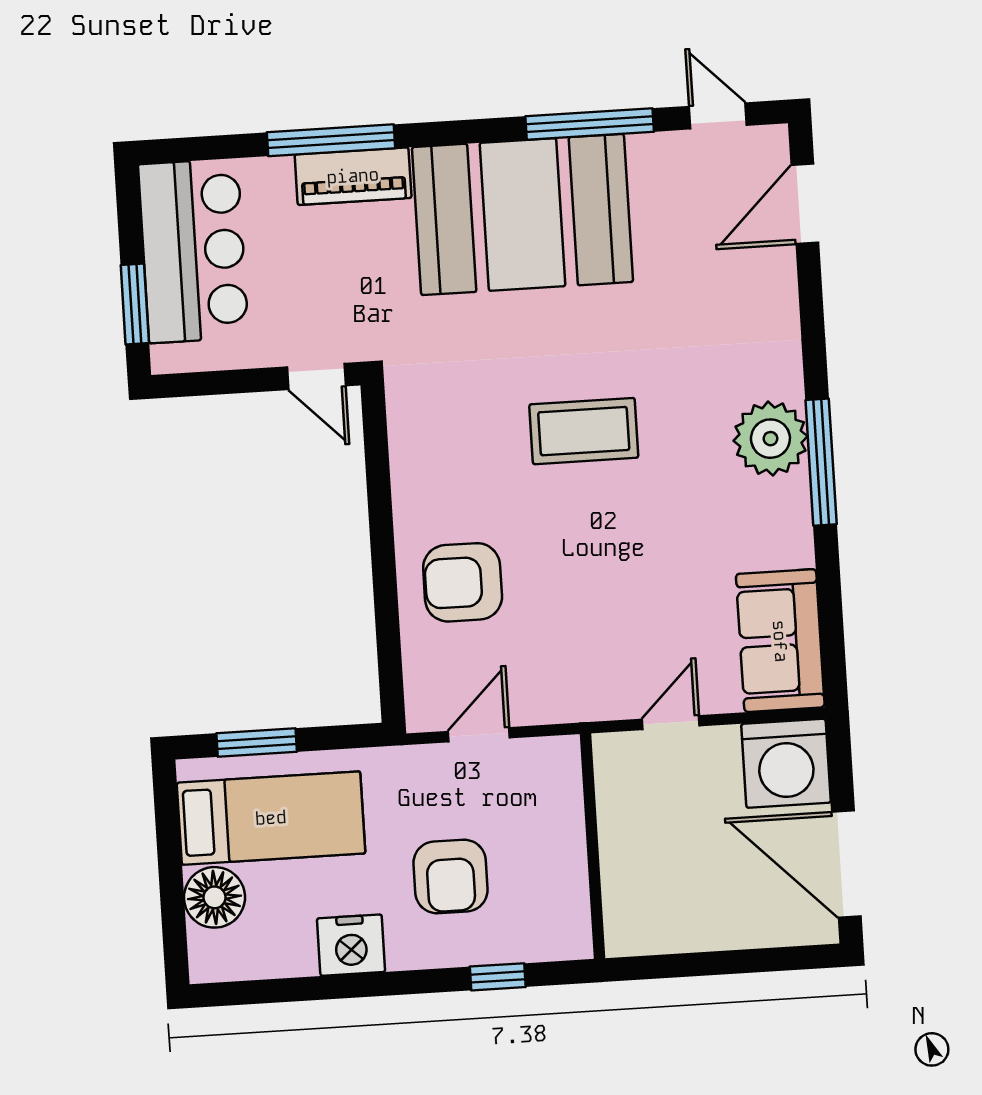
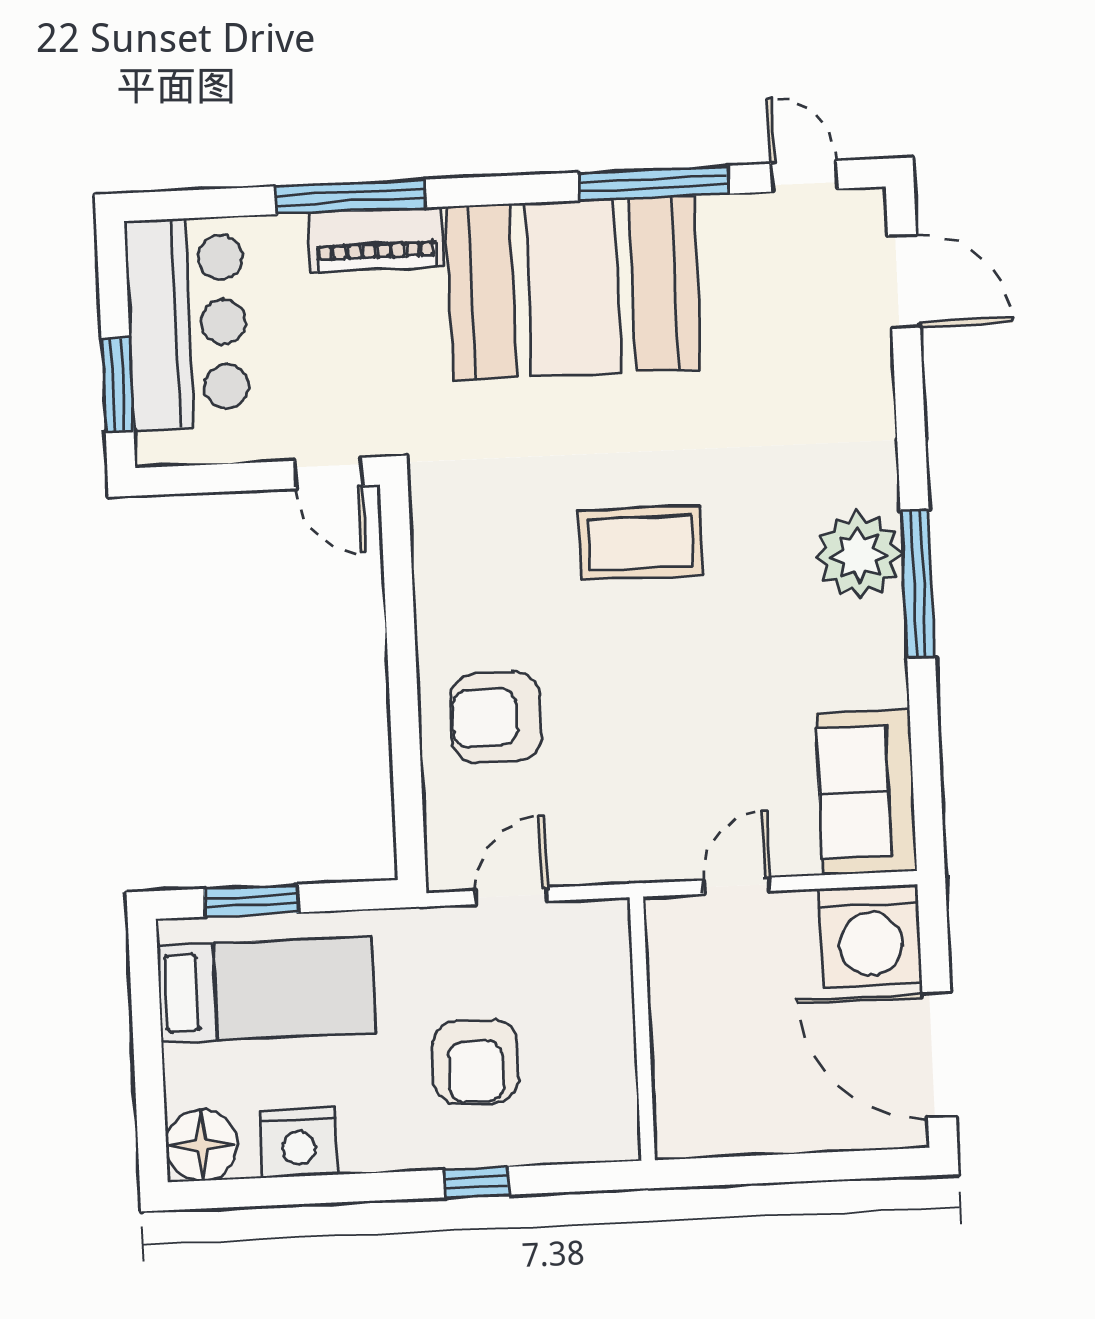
door: (805, 204) -> (904, 281), swing flipped
floor lamp: (214, 897) -> (202, 1145), moved
nightstand: (351, 945) -> (299, 1142), moved
window: (498, 977) -> (477, 1182), moved

